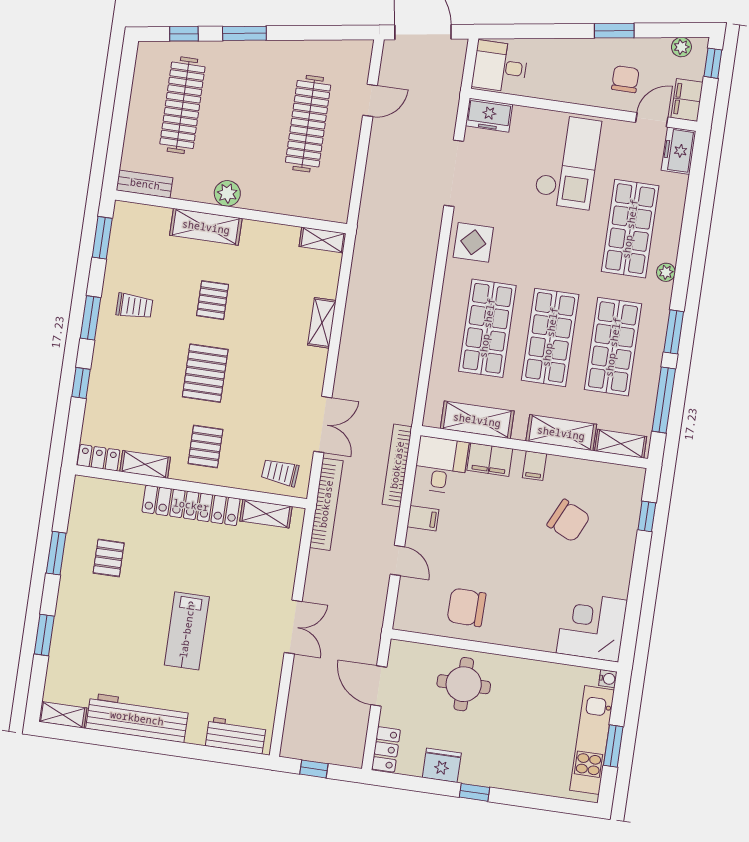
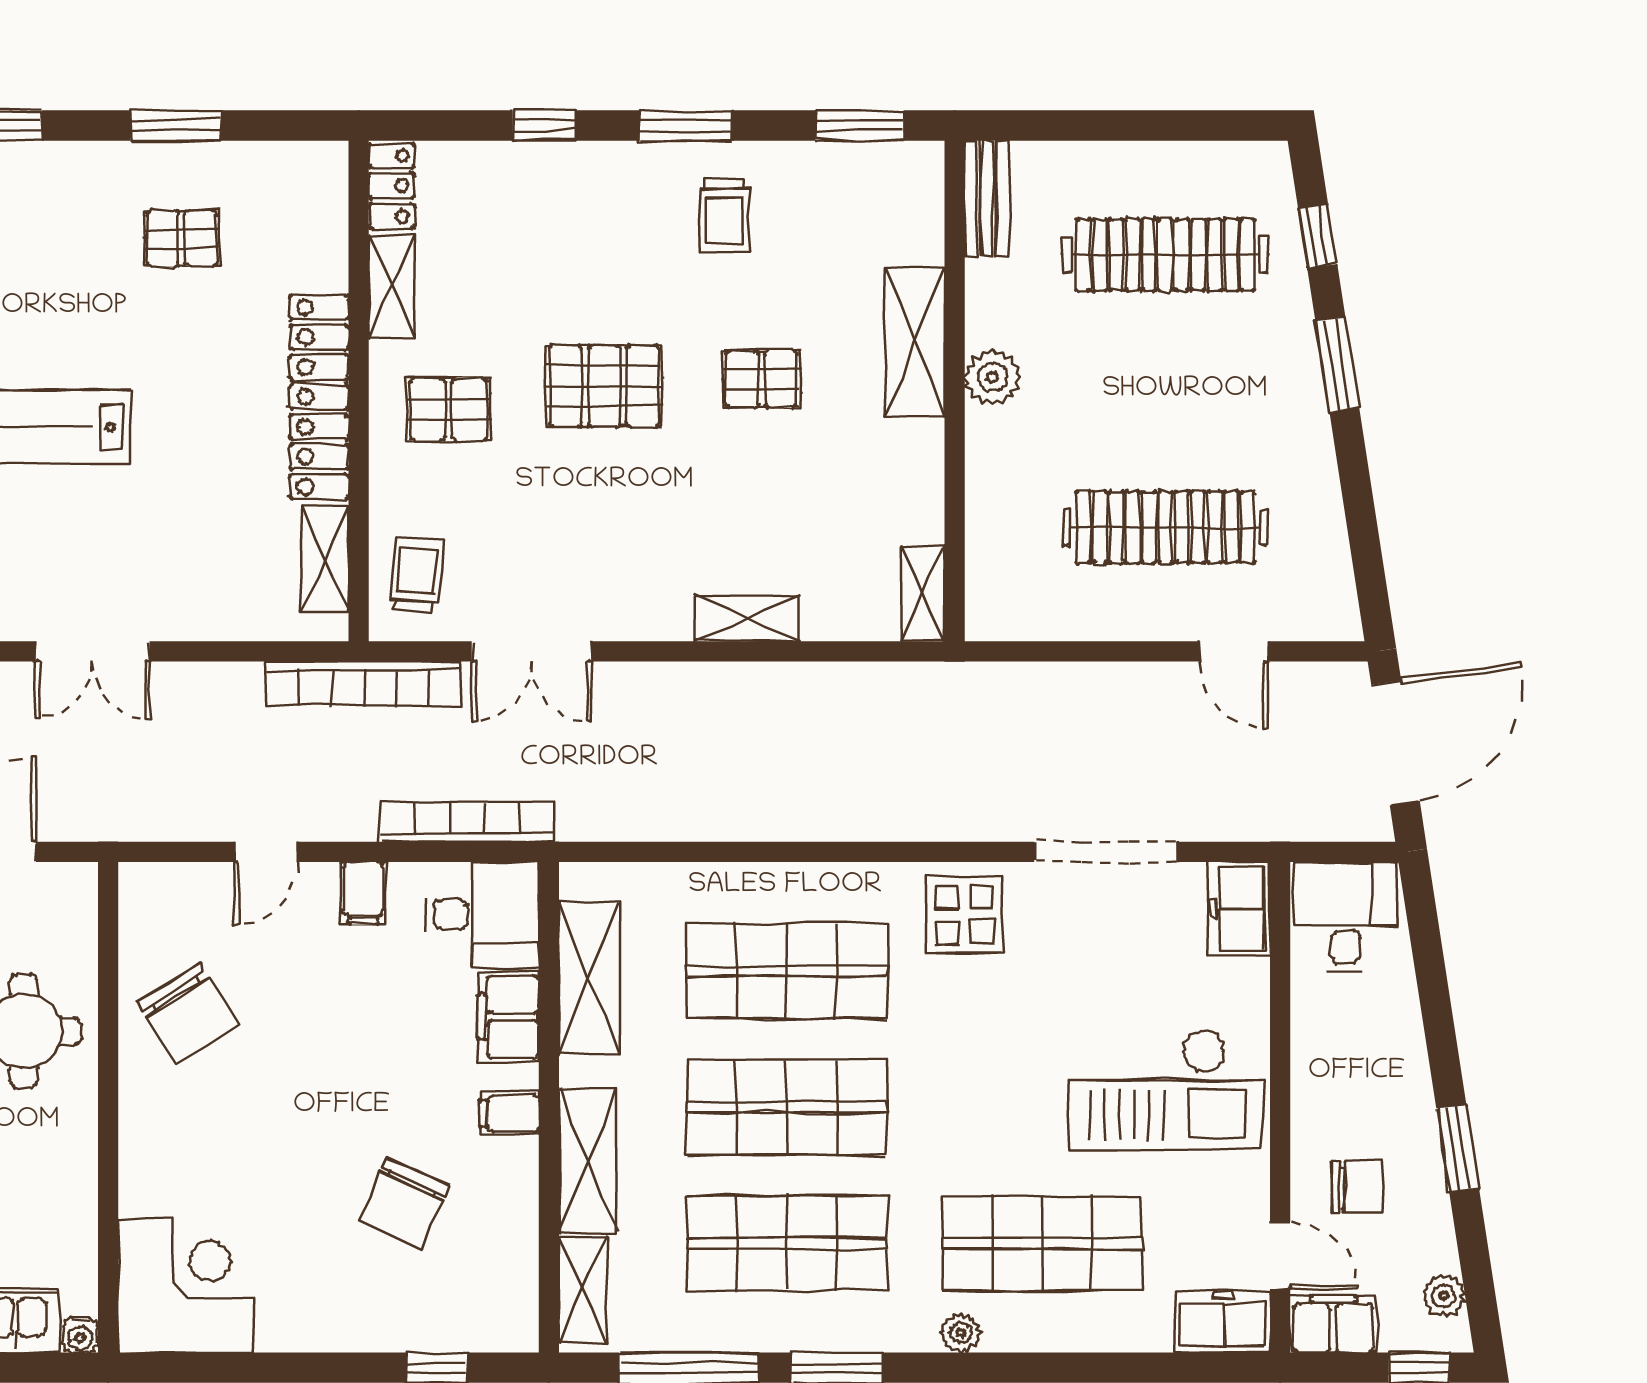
chair: (466, 607) -> (188, 1013), turned 147

